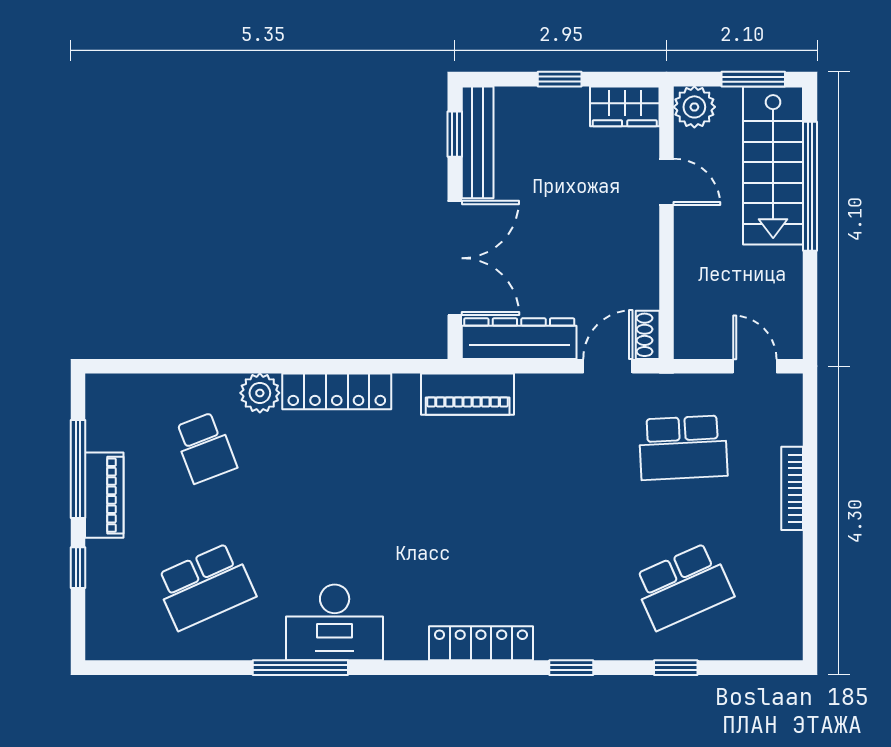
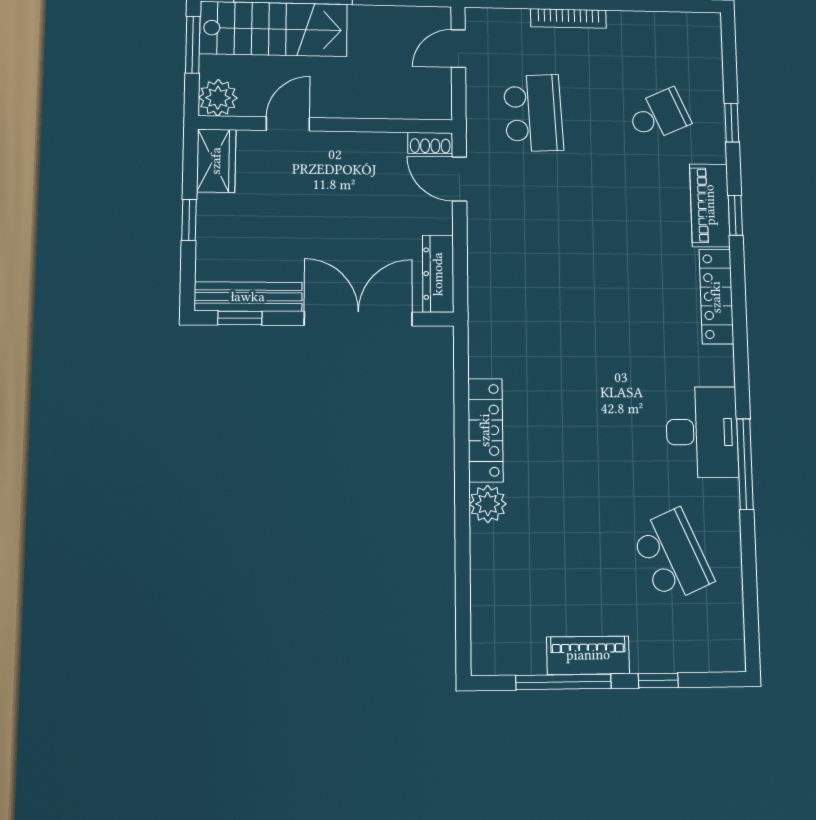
dresser: (519, 339) -> (438, 274), width x0.73, depth x0.80
piano: (468, 394) -> (710, 205), moved, turned 180
school desk: (205, 448) -> (541, 557), removed
school desk: (683, 586) -> (659, 115), width x0.54

